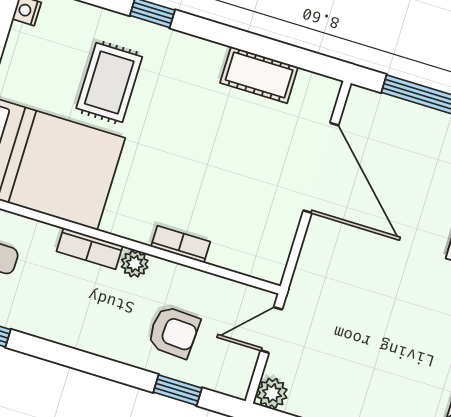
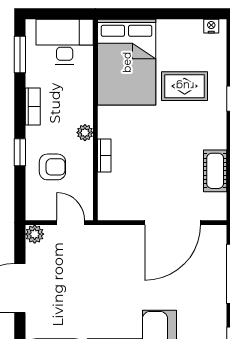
bookcase: (90, 249) -> (33, 107), moved, turned 180
armchair: (174, 332) -> (52, 167), turned -93
window: (178, 390) -> (20, 152), moved

